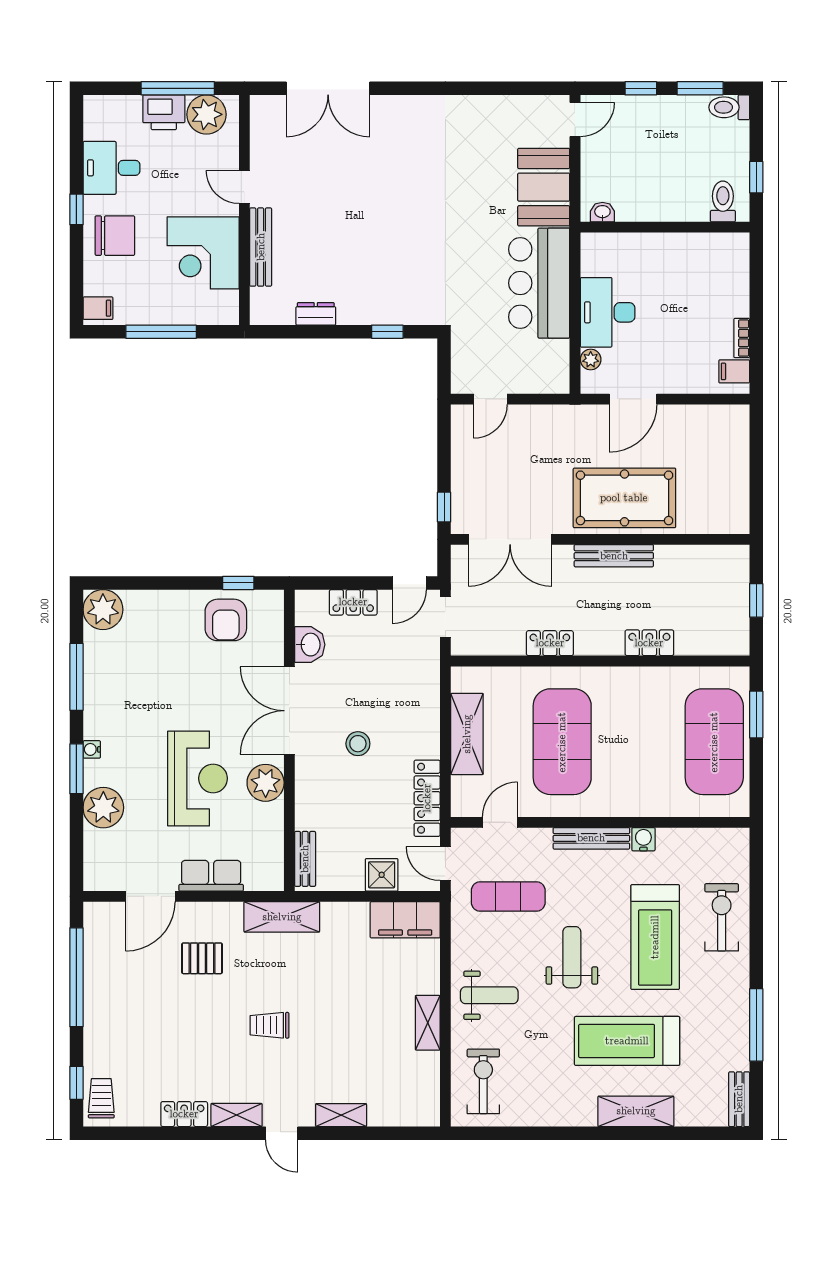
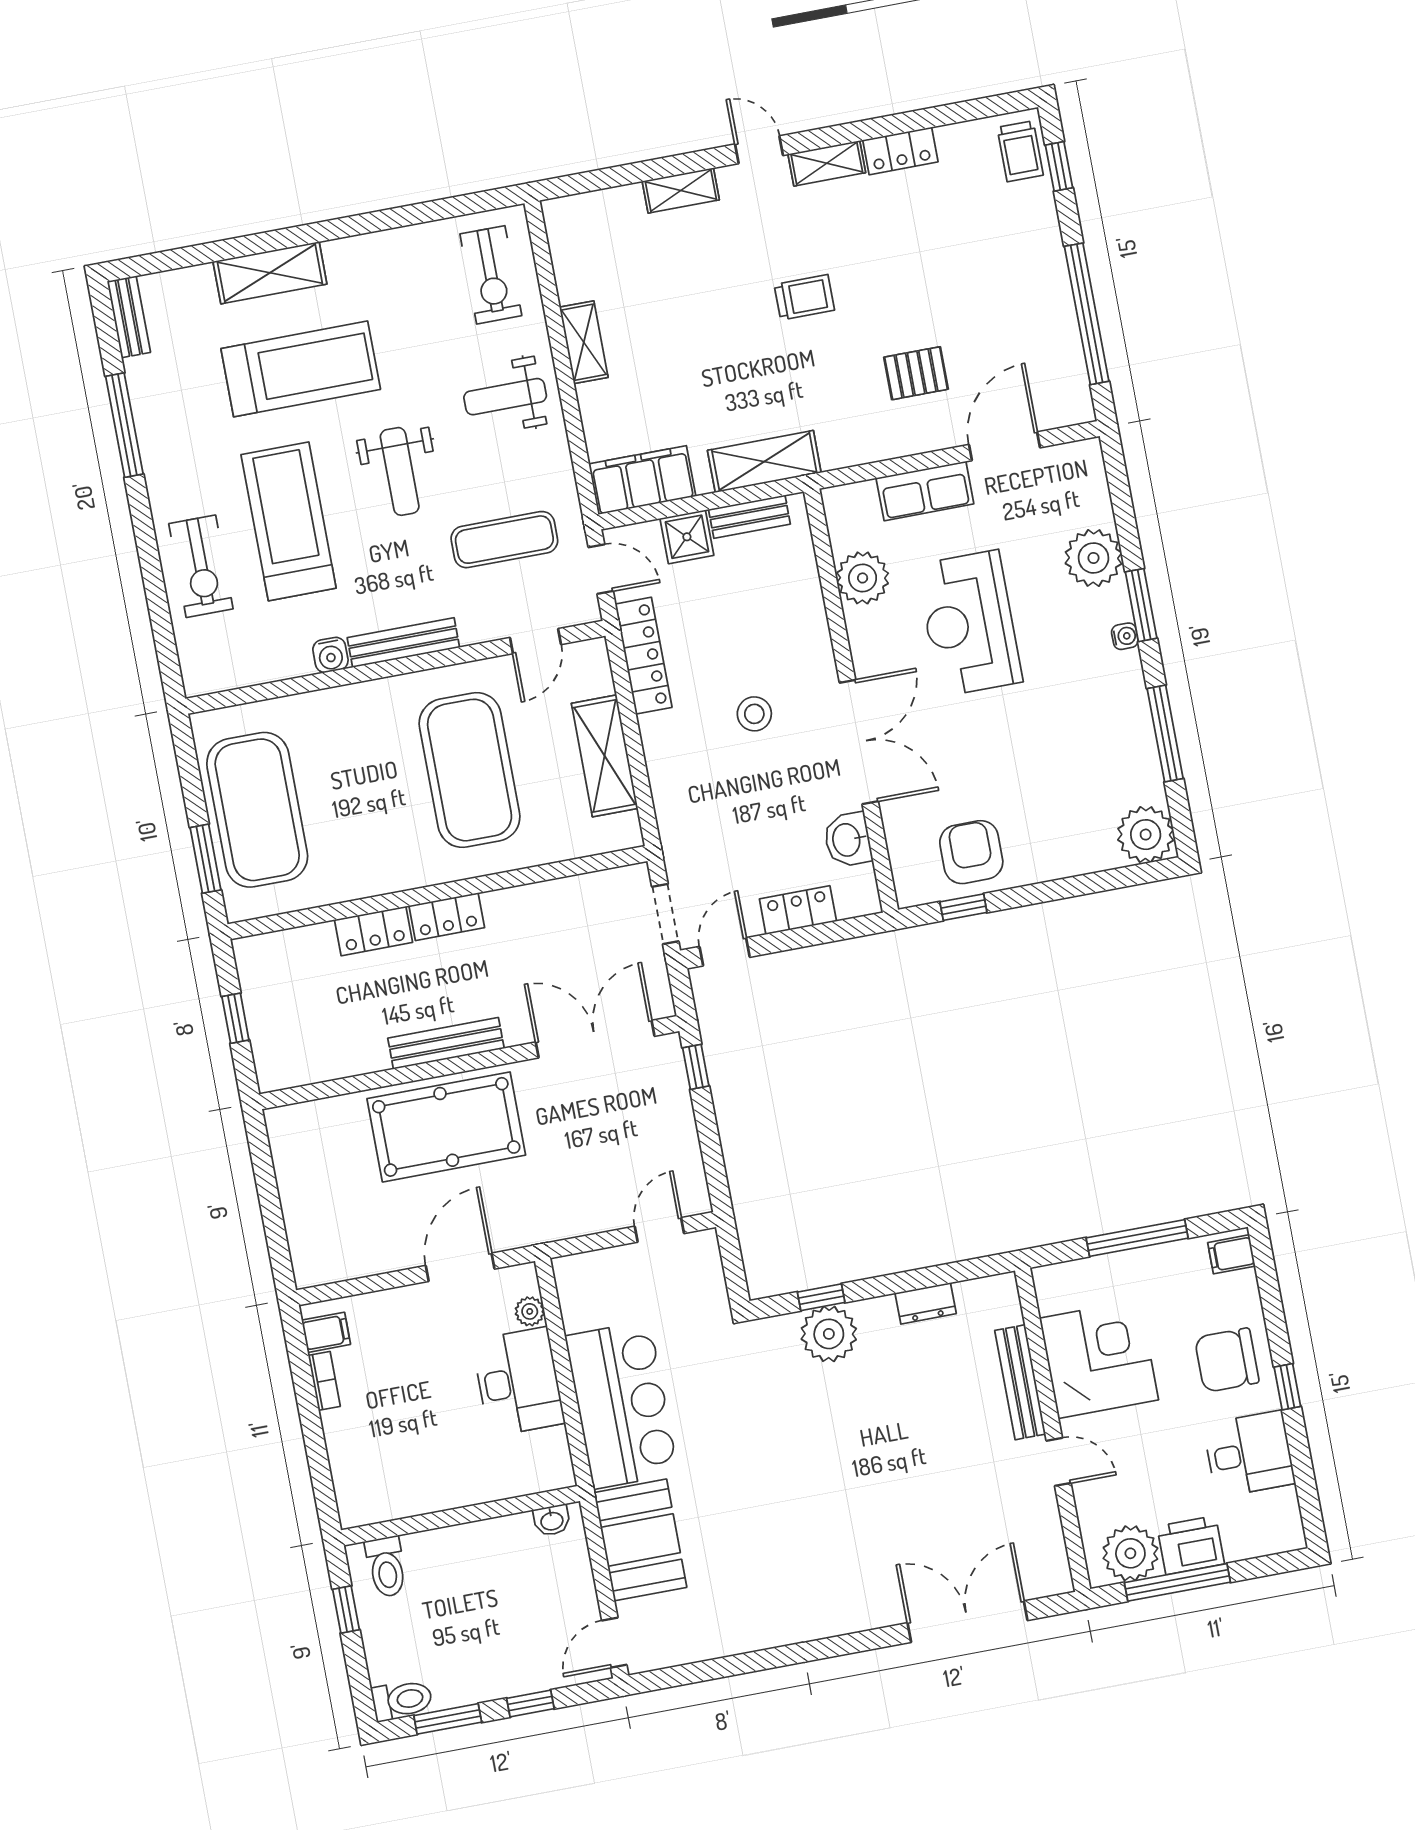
plant: (387, 305) -> (829, 1334), added
locker: (550, 643) -> (447, 917), moved
plant: (266, 783) -> (863, 578), moved
bench: (305, 859) -> (749, 517), moved, turned 90
shelving: (282, 917) -> (764, 462), moved

